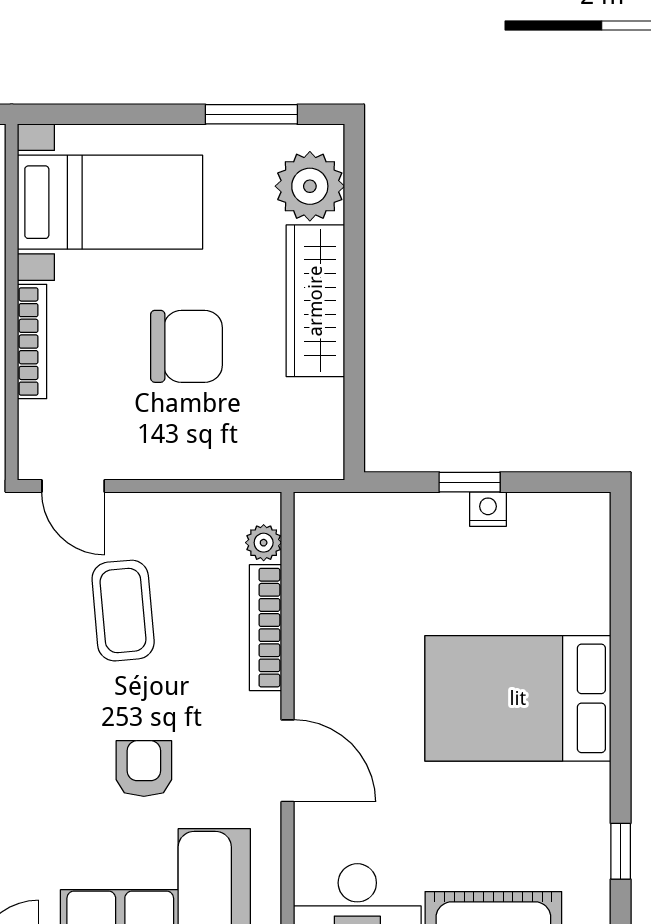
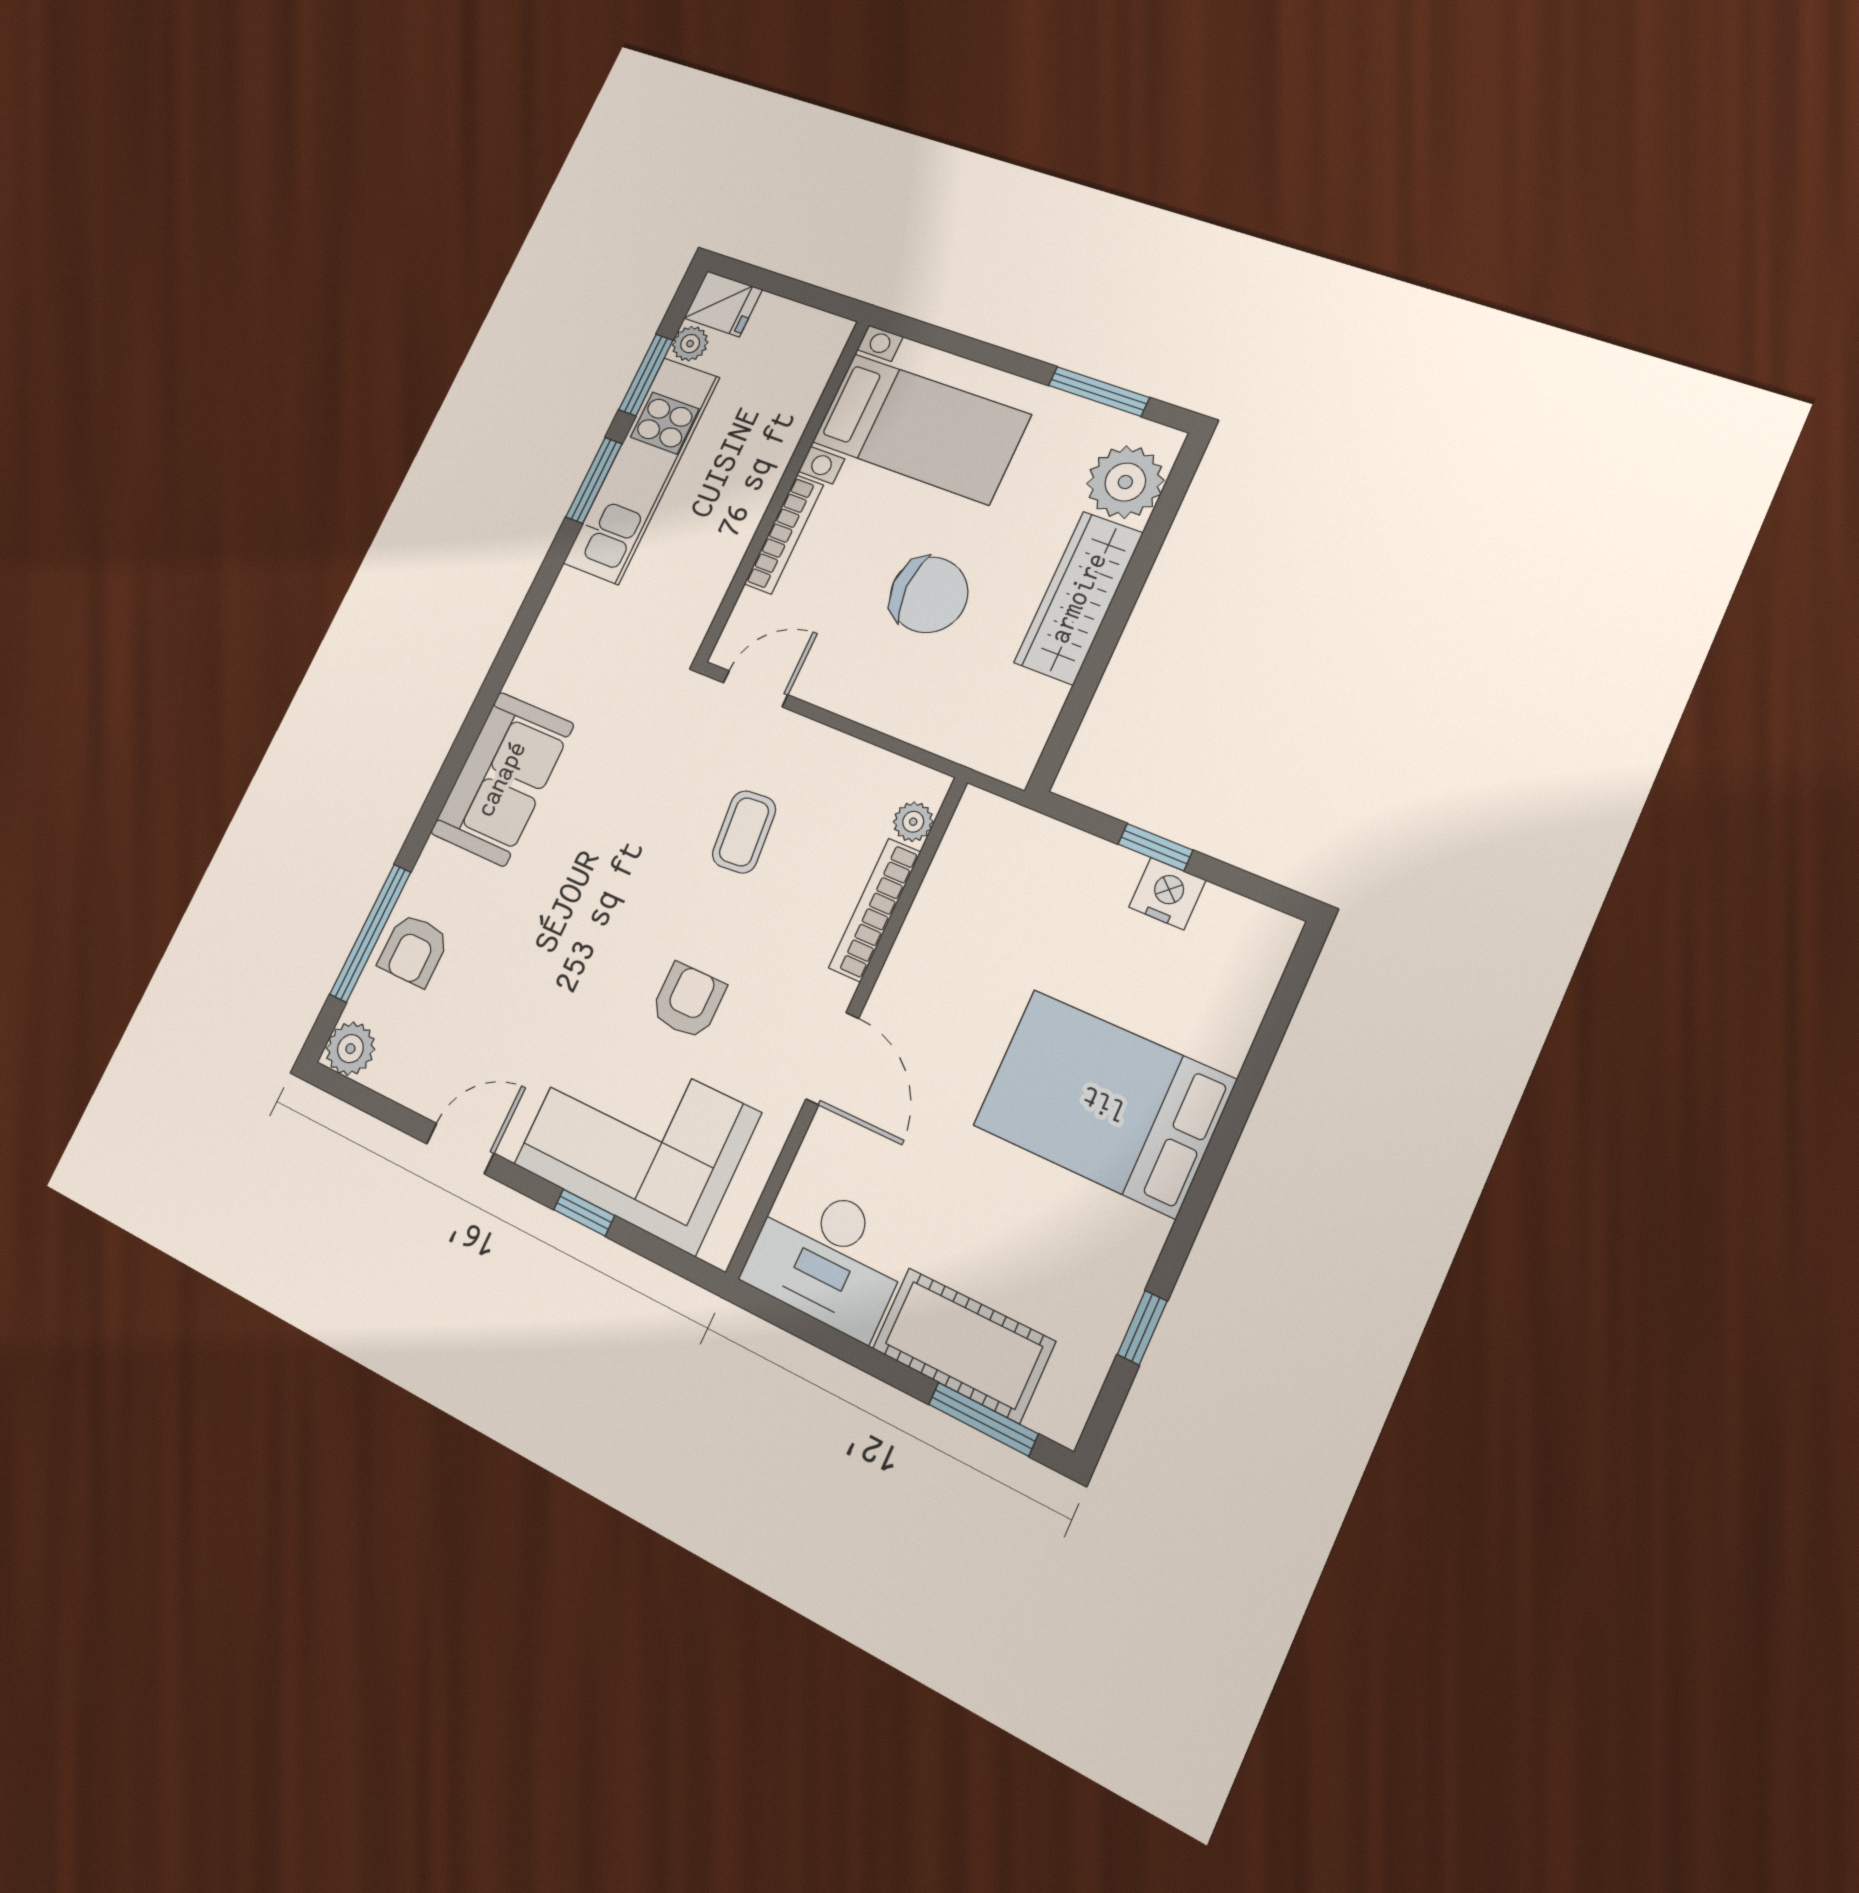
door: (73, 486) -> (756, 689), swing flipped
nightstand: (488, 509) -> (1167, 894), width x1.39, depth x1.35
coffee table: (123, 611) -> (744, 832), width x0.73, depth x0.77

